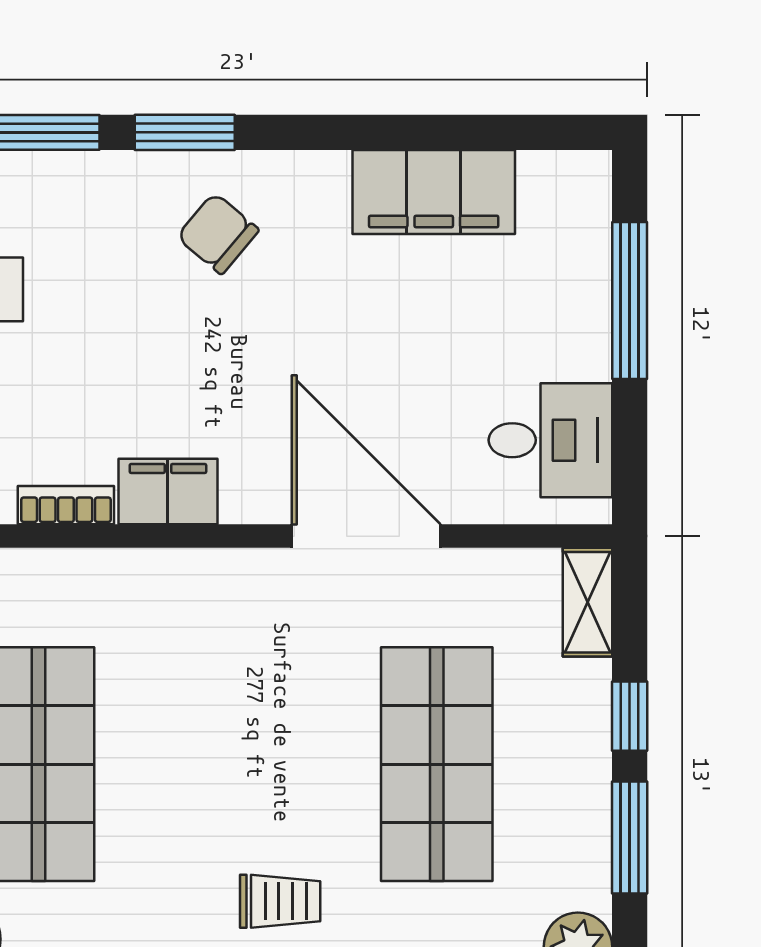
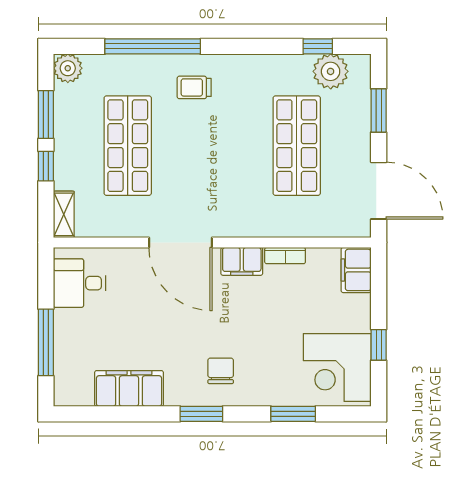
window: (185, 132) -> (201, 414), moved
chair: (218, 233) -> (221, 371), turned -130
door: (366, 536) -> (181, 242), moved

